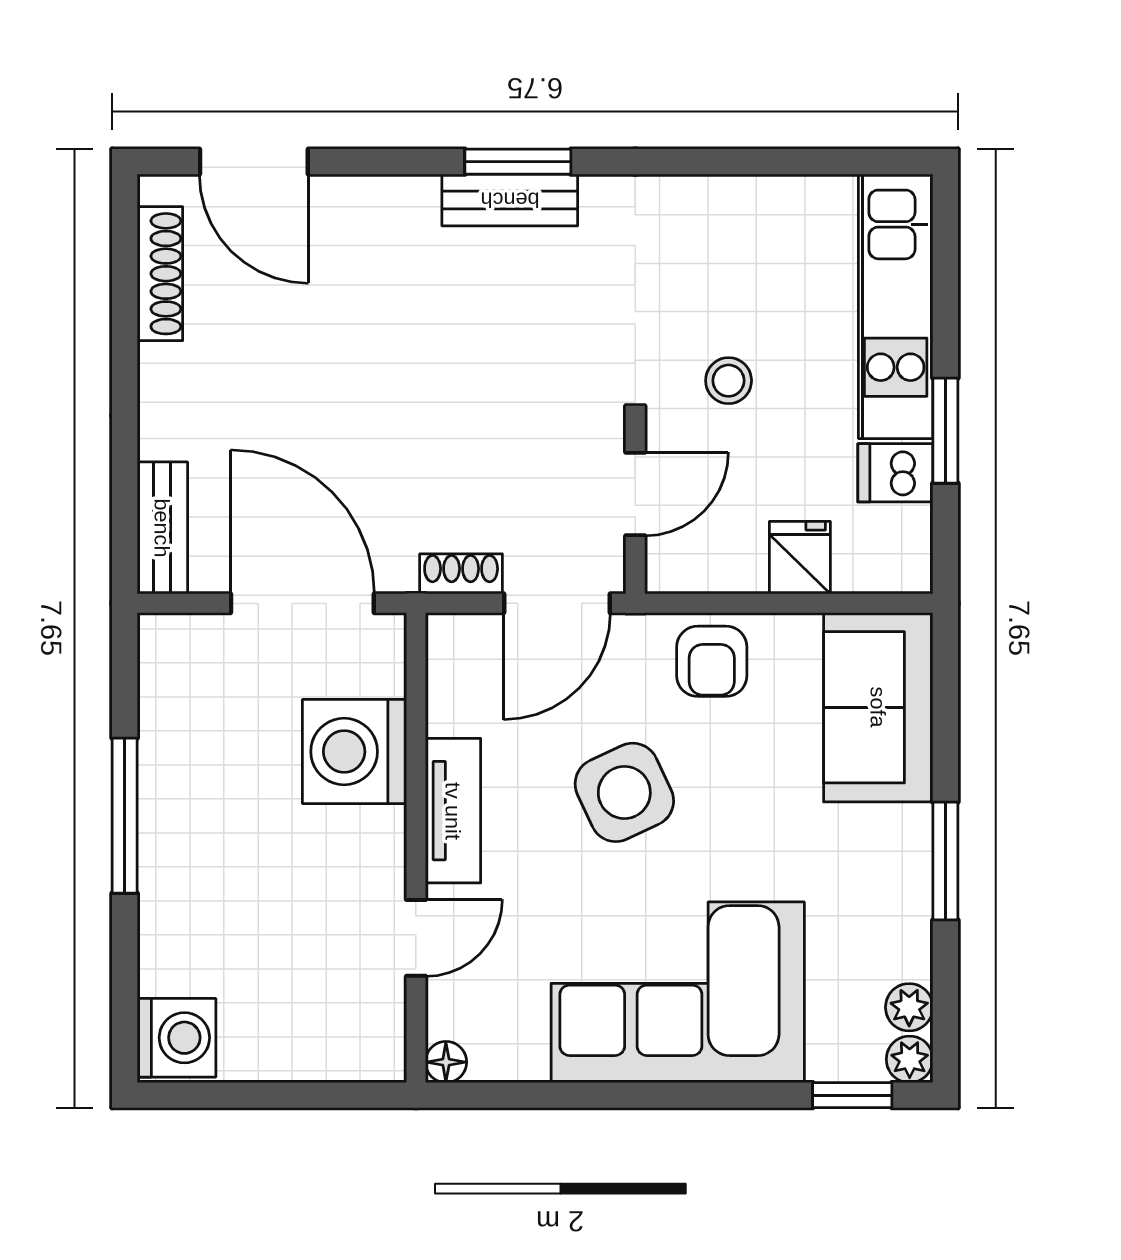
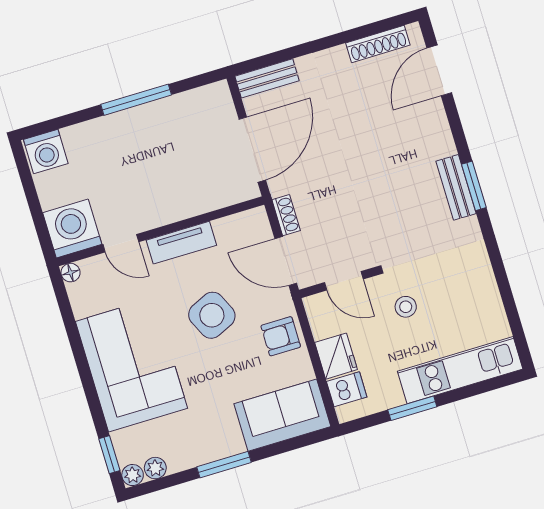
dishwasher: (895, 473) -> (347, 389), moved, turned 90
fridge: (800, 558) -> (336, 356), width x1.38
washing machine: (355, 752) -> (72, 228), moved

